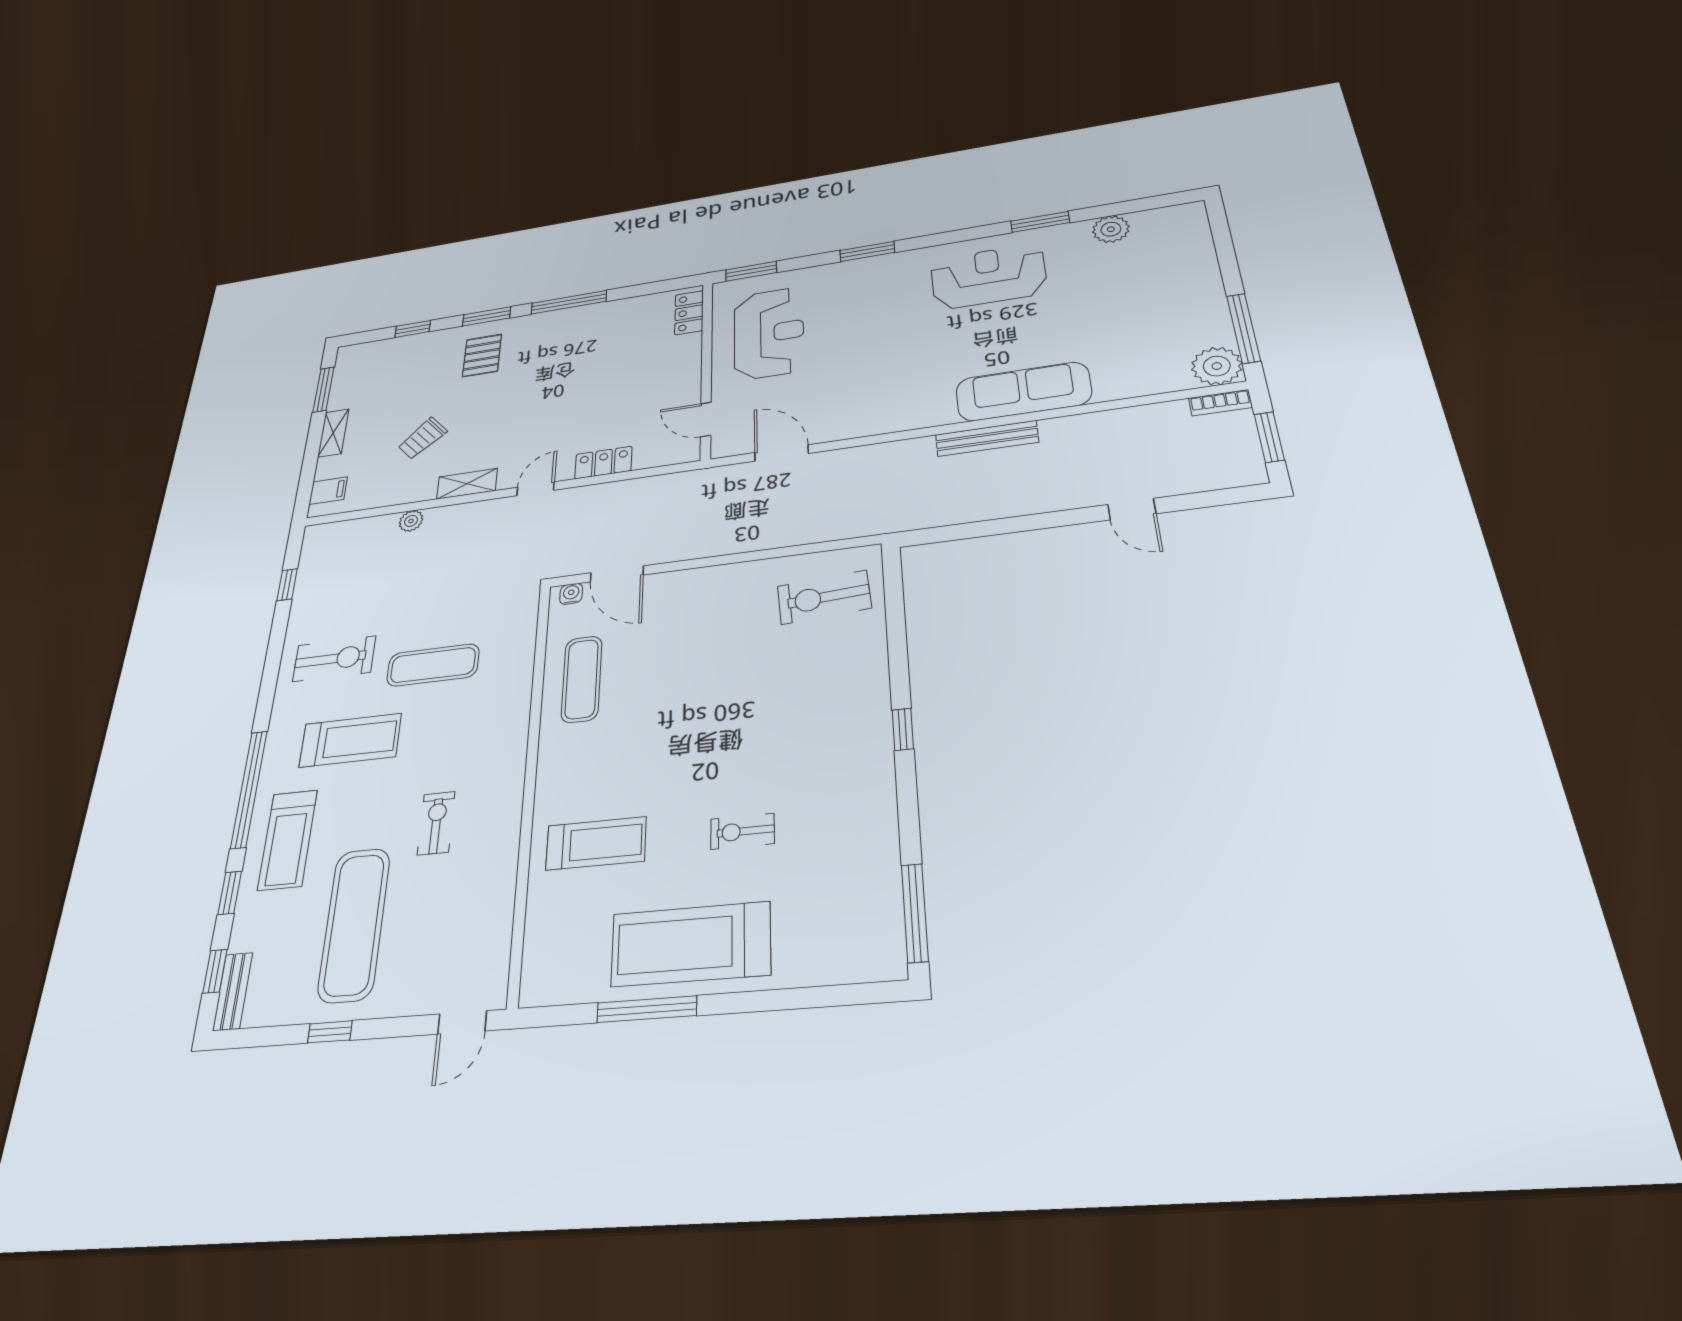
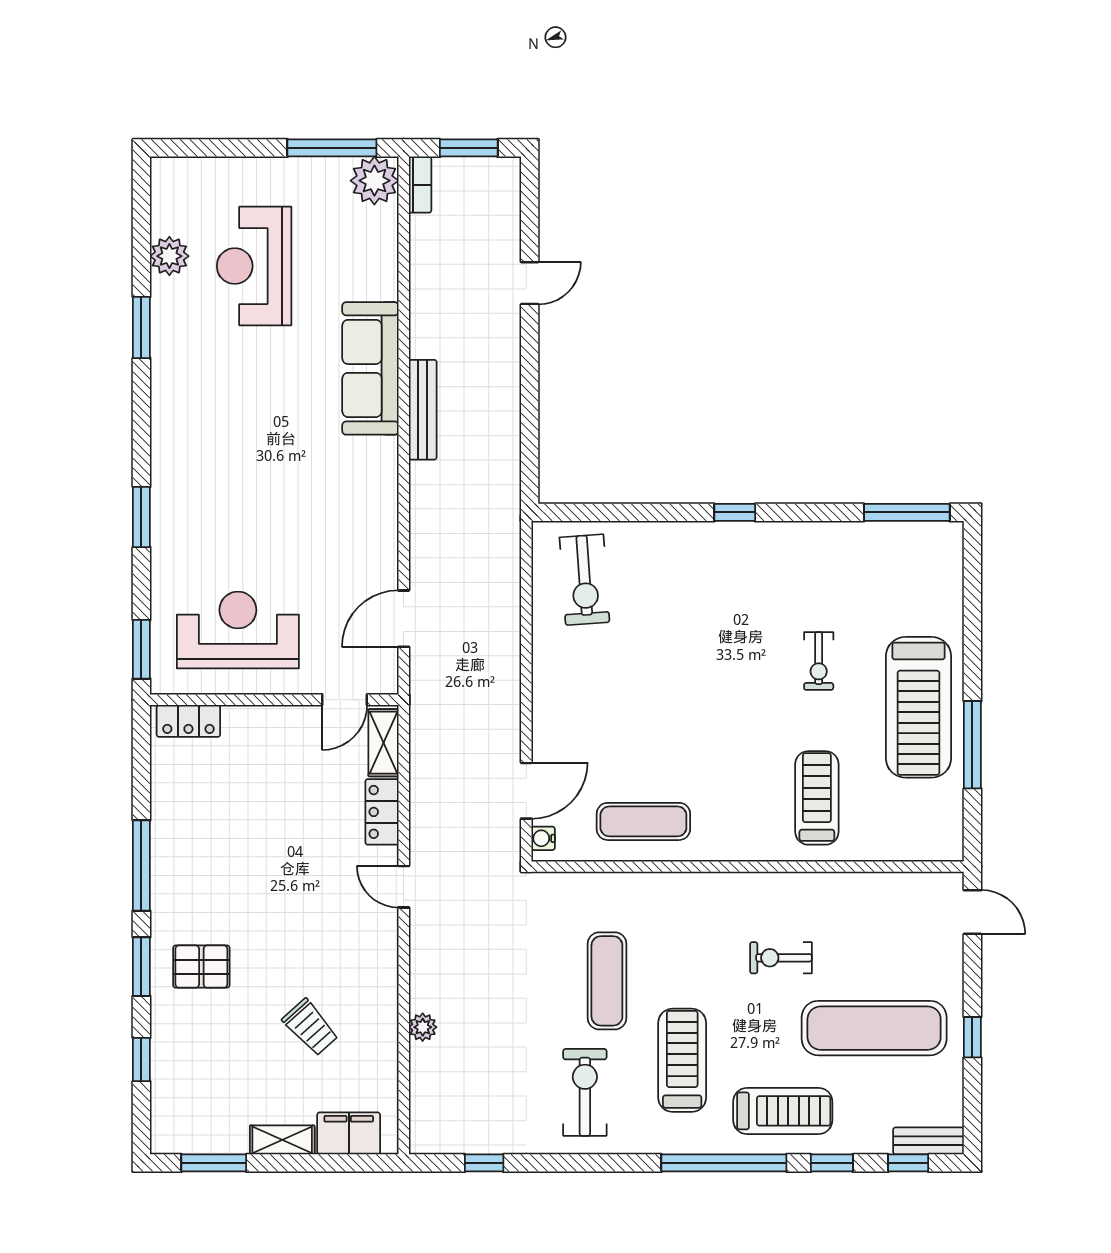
reception desk: (988, 276) -> (254, 266), moved
shelving: (467, 484) -> (383, 743), moved
filing cabinet: (328, 491) -> (349, 1133), width x2.00

